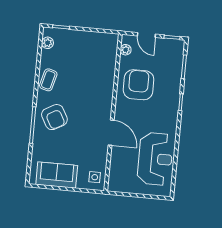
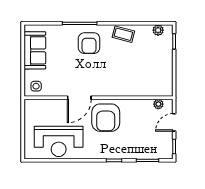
armchair: (139, 85) -> (106, 118), moved, turned 90
armchair: (54, 117) -> (89, 43), turned -61

